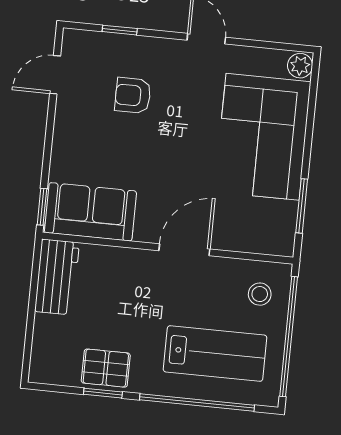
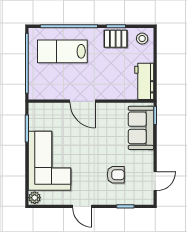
sofa: (90, 212) -> (141, 128), moved, turned 90
door: (184, 250) -> (83, 101), hinge flipped
stool: (260, 294) -> (142, 39), moved

